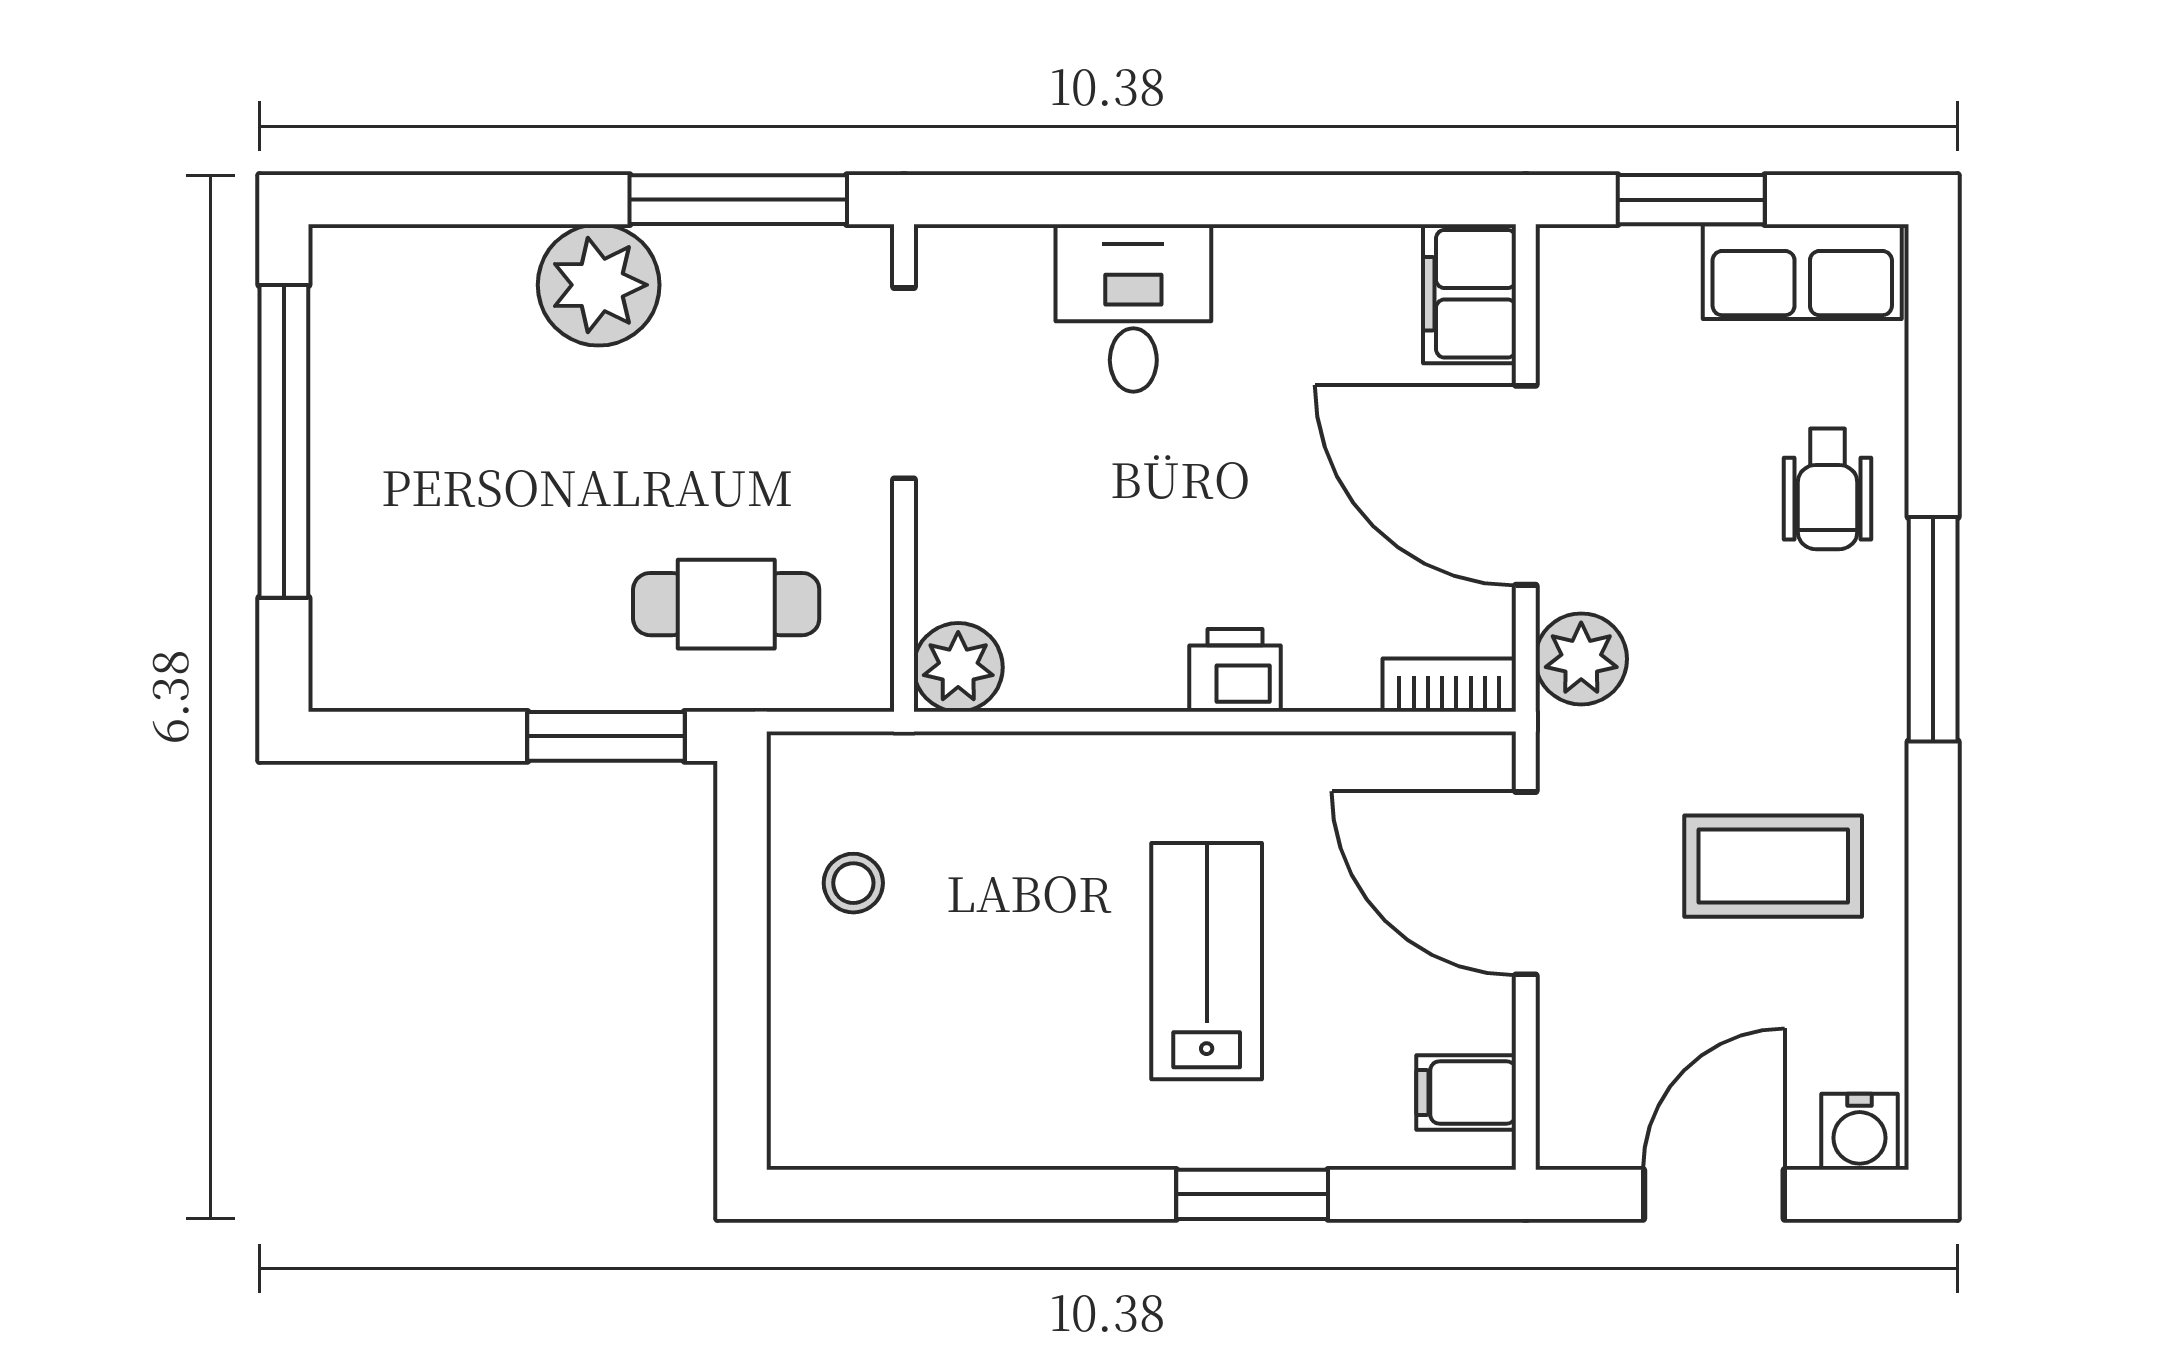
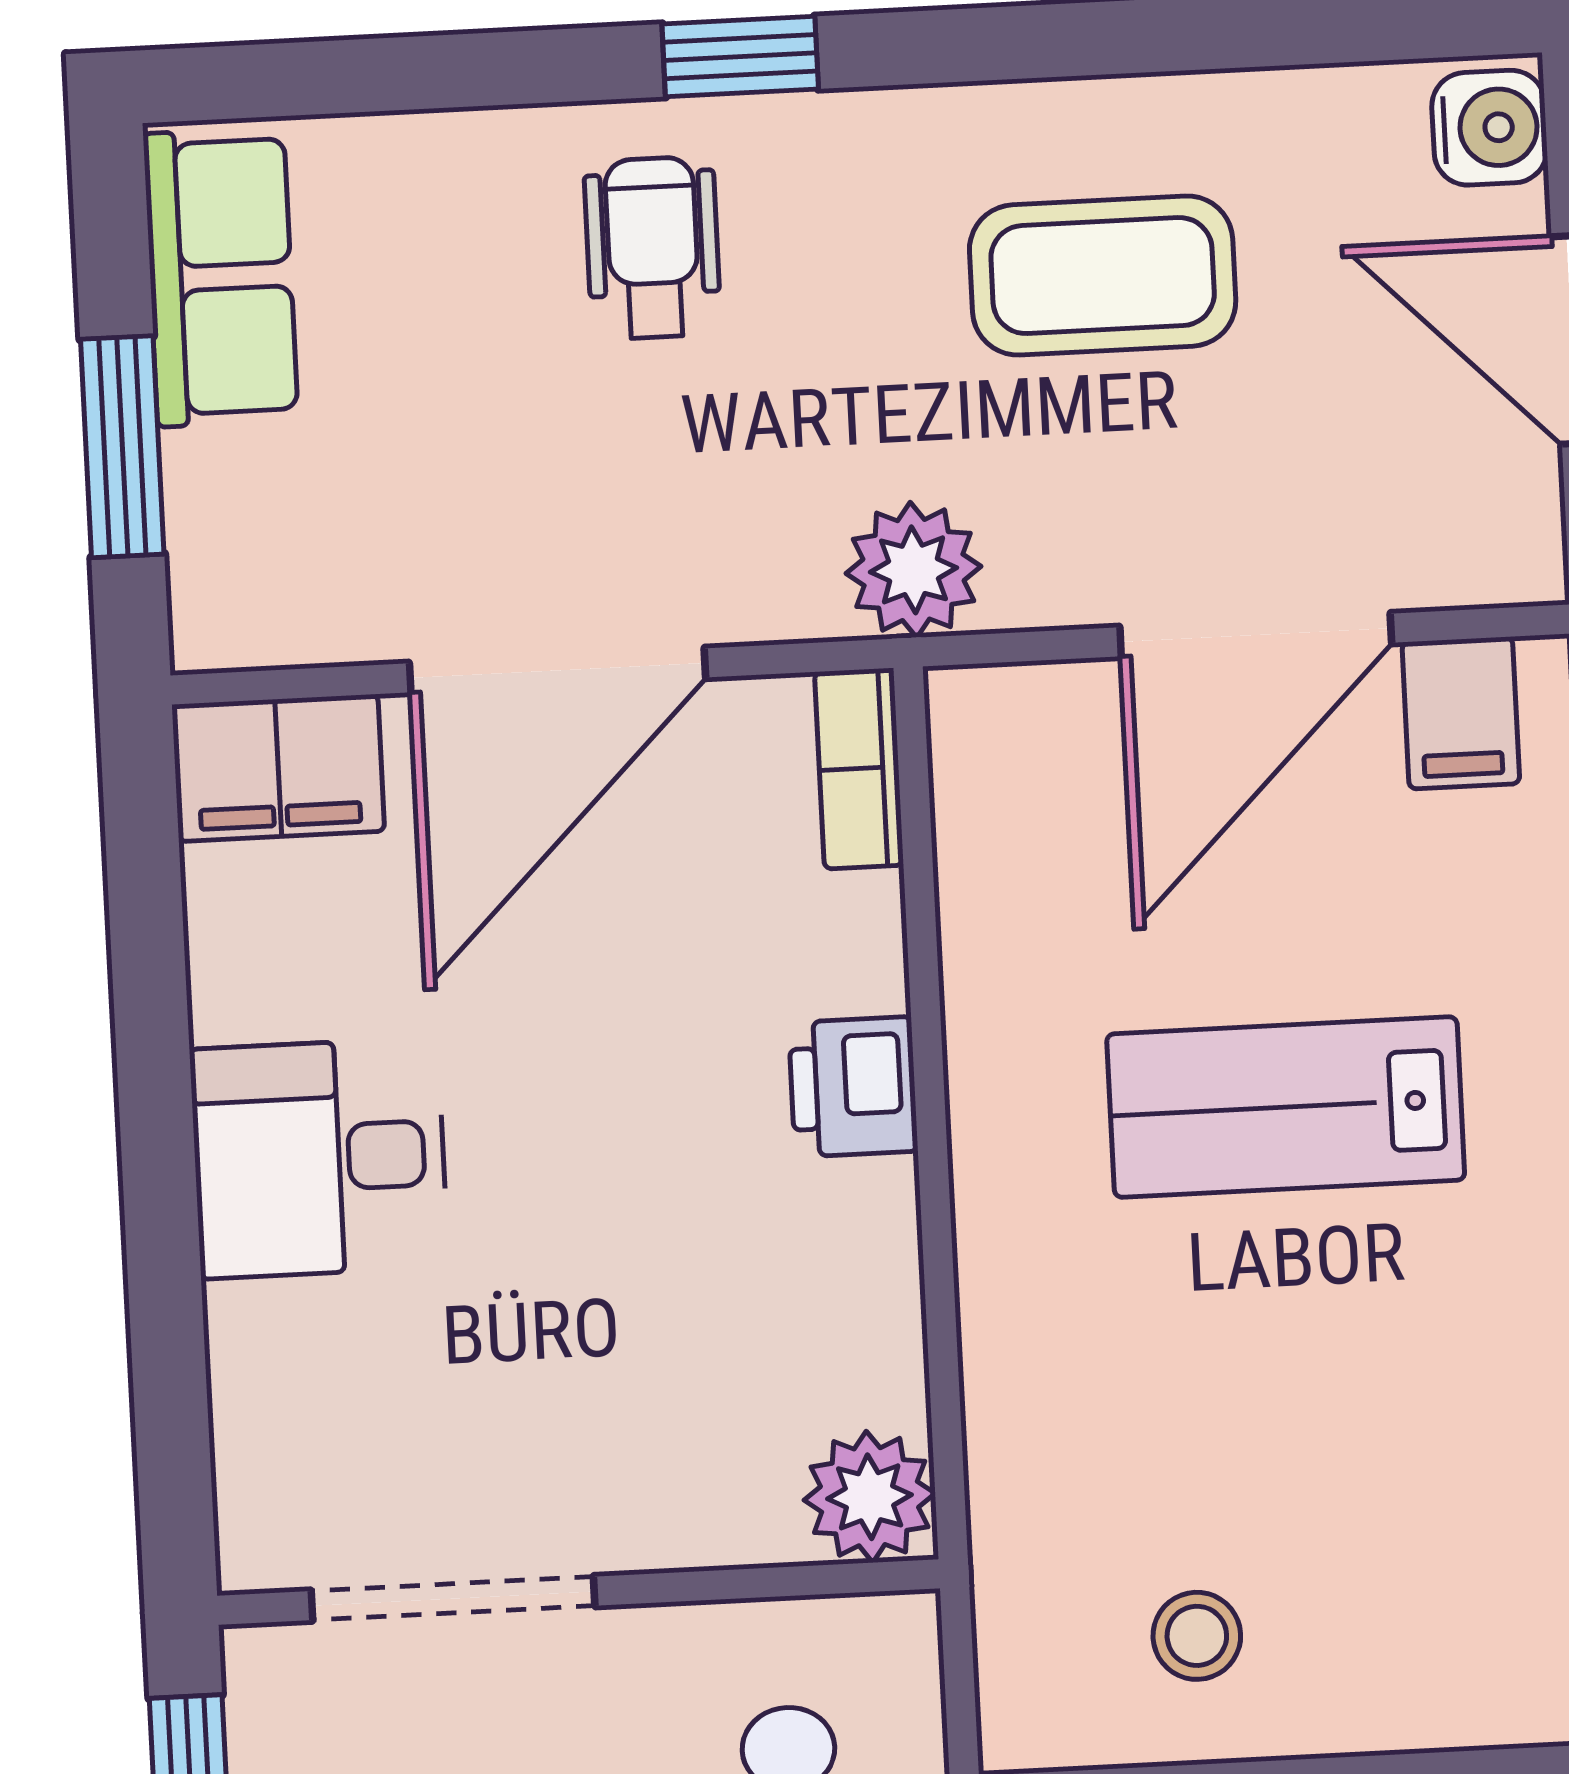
desk: (1133, 308) -> (319, 1158), moved
wheelchair: (1828, 489) -> (652, 248), moved, turned -90
window: (1933, 629) -> (740, 56), width x0.46
plant: (1581, 659) -> (913, 570), moved
coffee table: (1773, 866) -> (1103, 276), turned 90
door: (1526, 883) -> (1256, 635), moved

